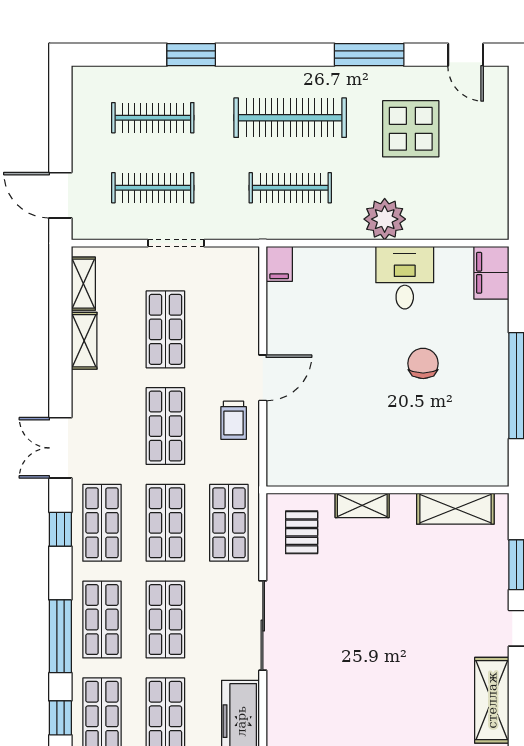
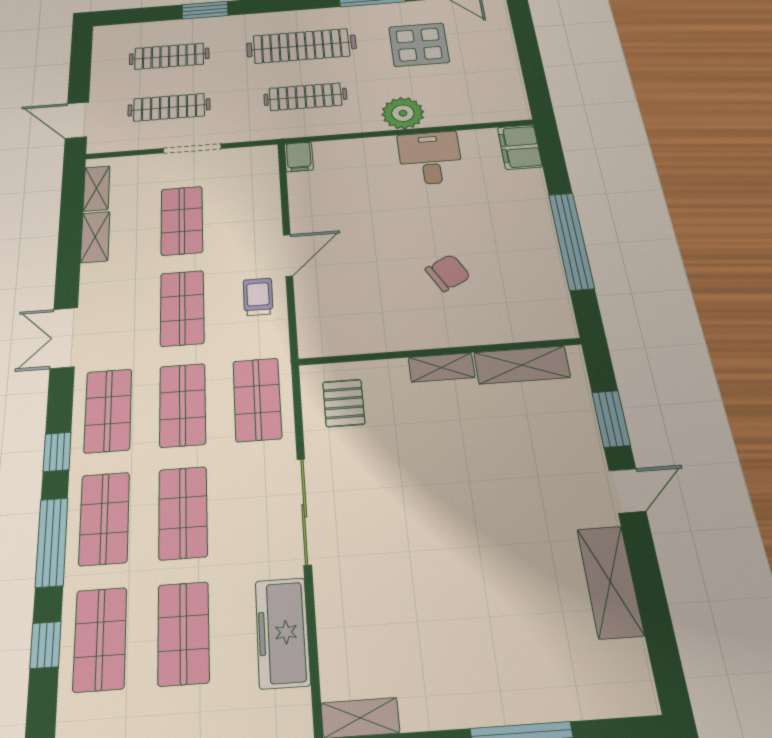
chair: (423, 363) -> (448, 273), moved, turned 62
trolley: (234, 420) -> (258, 297), turned 180
shelving: (362, 505) -> (442, 367), moved
window: (60, 529) -> (57, 452), moved

